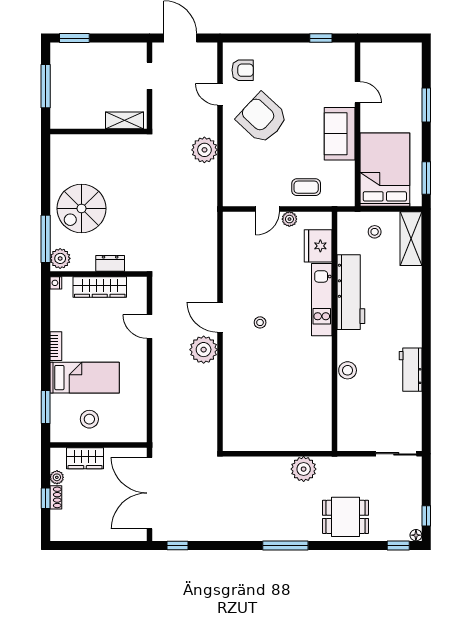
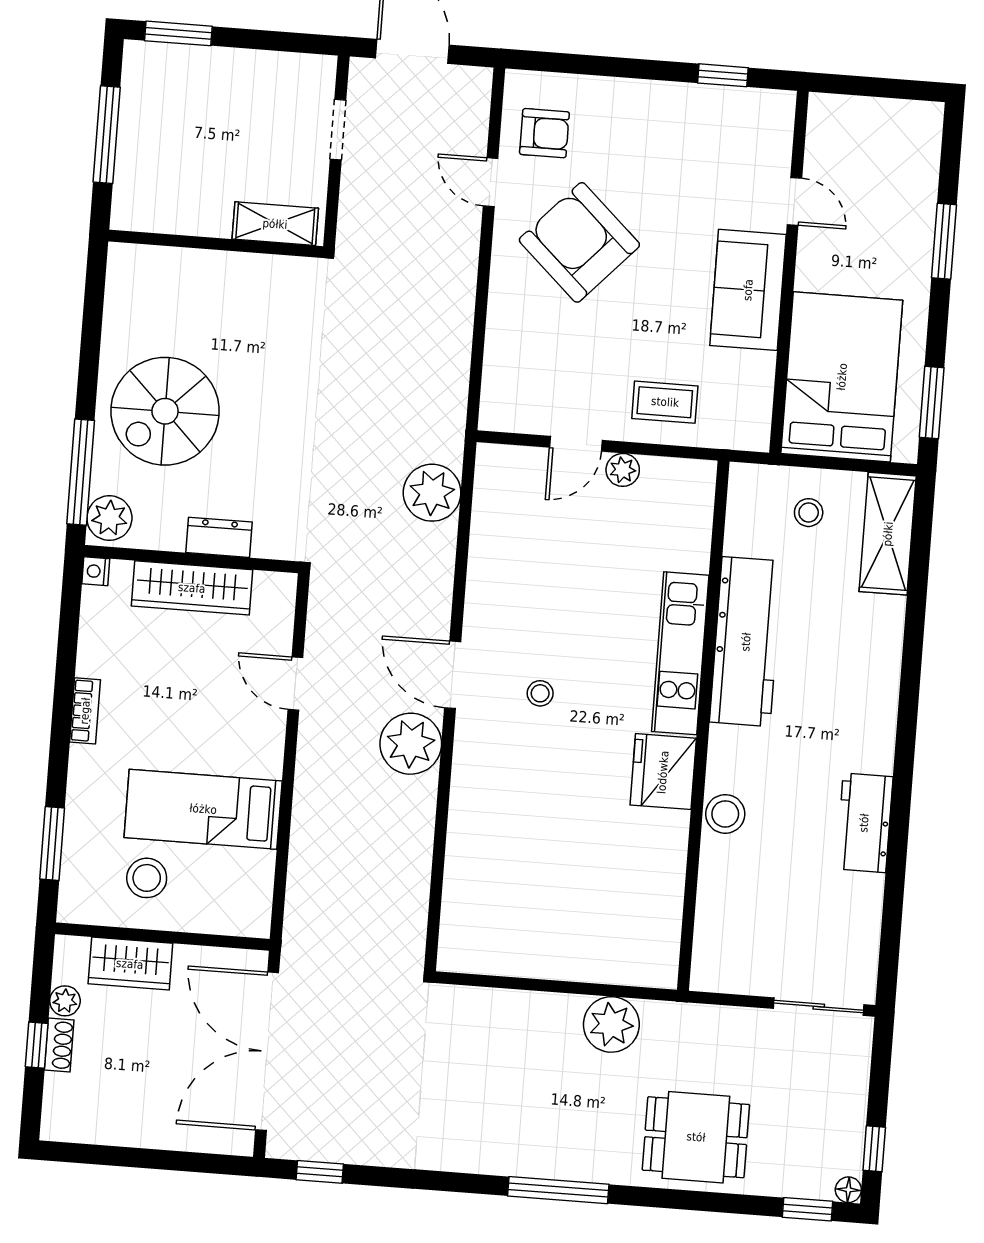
plant: (204, 150) -> (432, 493), moved
fridge: (318, 246) -> (663, 772), moved
bed: (85, 378) -> (203, 809), moved, turned 180

